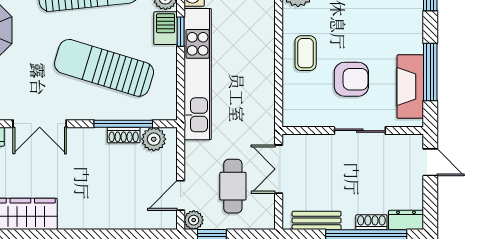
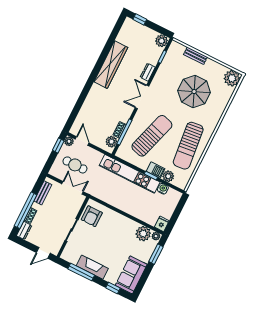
coffee table: (306, 53) -> (115, 224), removed
armchair: (351, 79) -> (92, 216), moved
fireplace: (410, 86) -> (92, 267), moved

